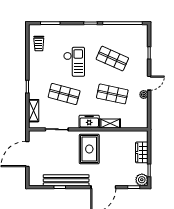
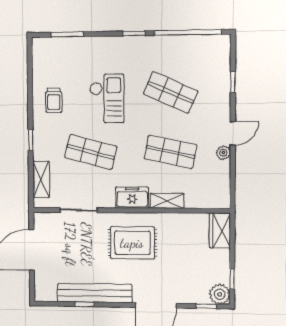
trolley: (39, 43) -> (54, 100), moved
rug: (89, 149) -> (132, 243), turned 90
wardrobe: (142, 152) -> (220, 230), moved

